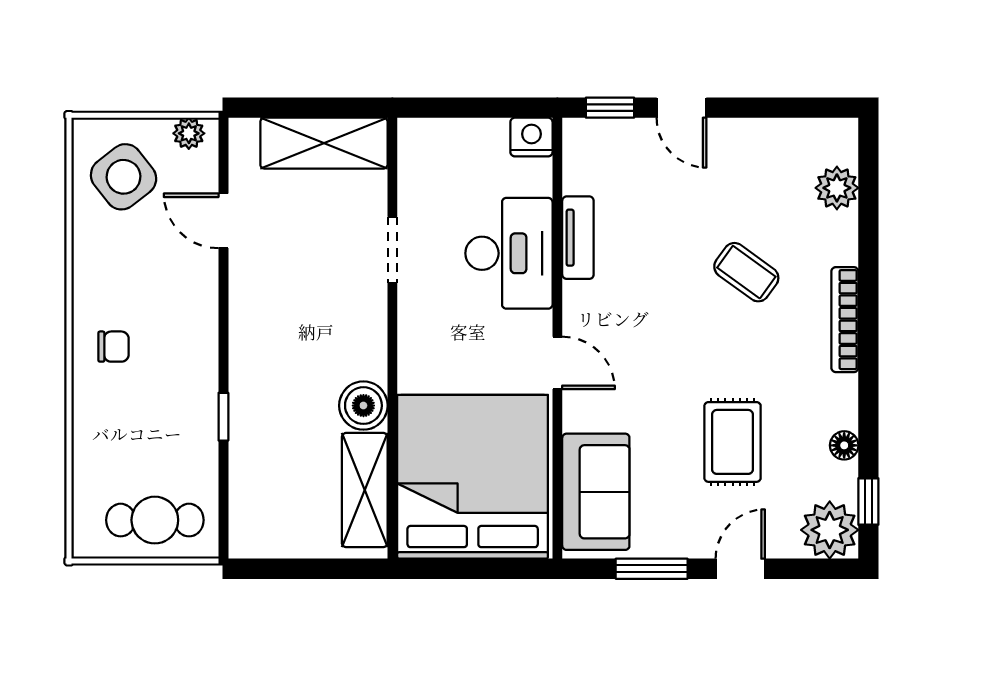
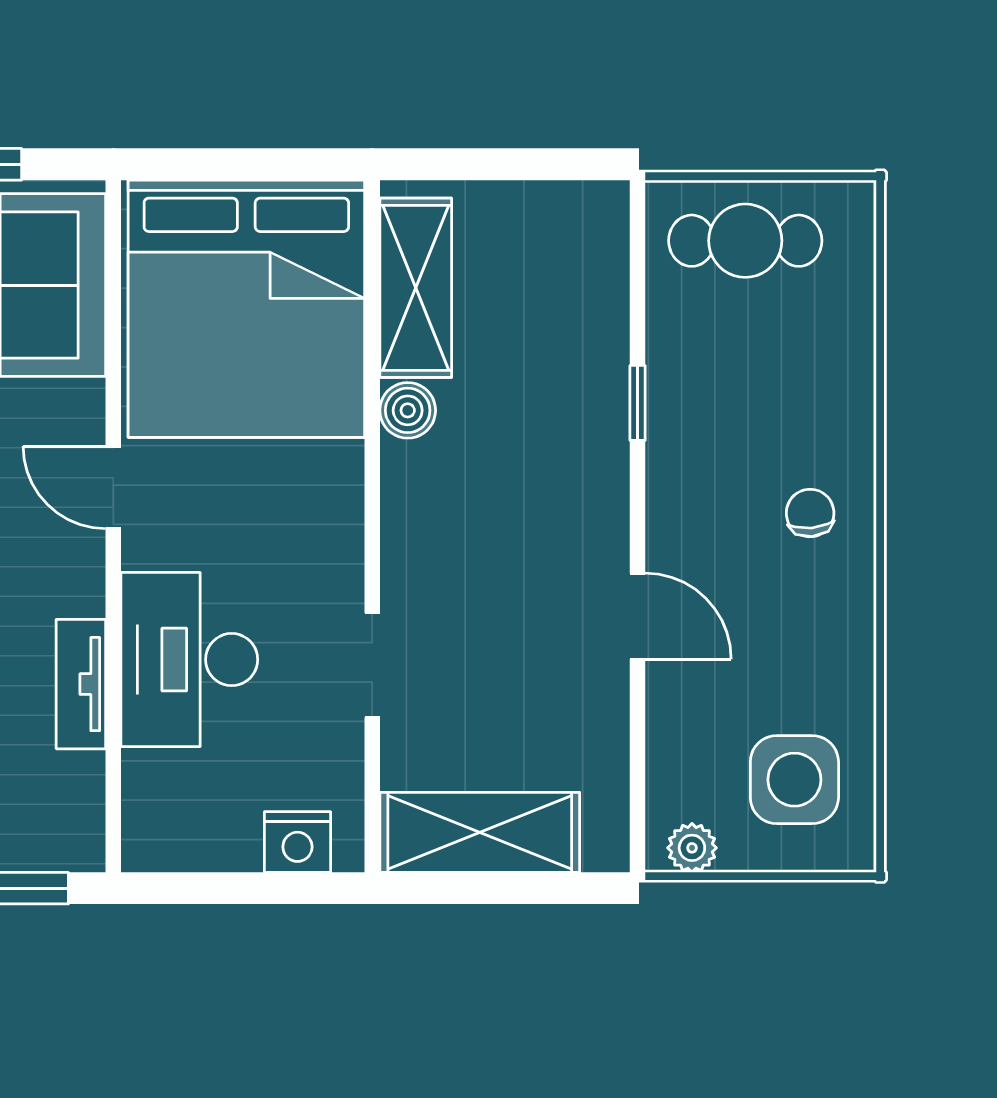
nightstand: (531, 137) -> (297, 842), moved
side table: (124, 177) -> (794, 780), turned 38
door: (223, 221) -> (638, 616), moved
chair: (114, 347) -> (810, 513), turned 85
boiler: (363, 406) -> (408, 410), width x0.73, depth x0.73

